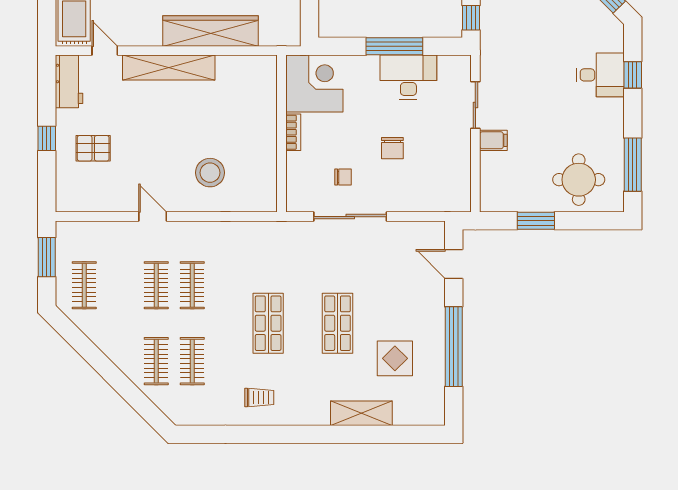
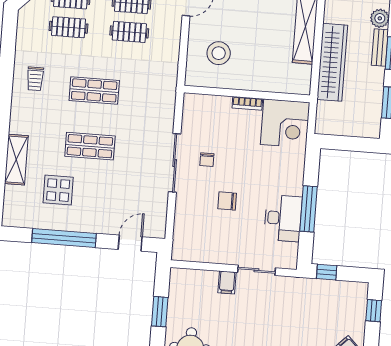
corner desk: (314, 84) -> (285, 123), moved
bookcase: (293, 132) -> (247, 103), moved
wall: (282, 134) -> (247, 94), moved

